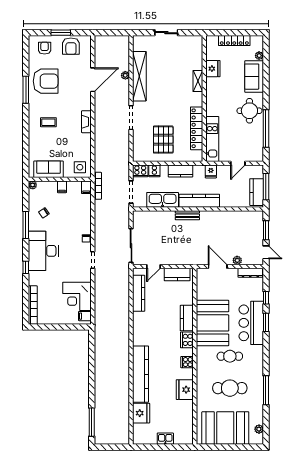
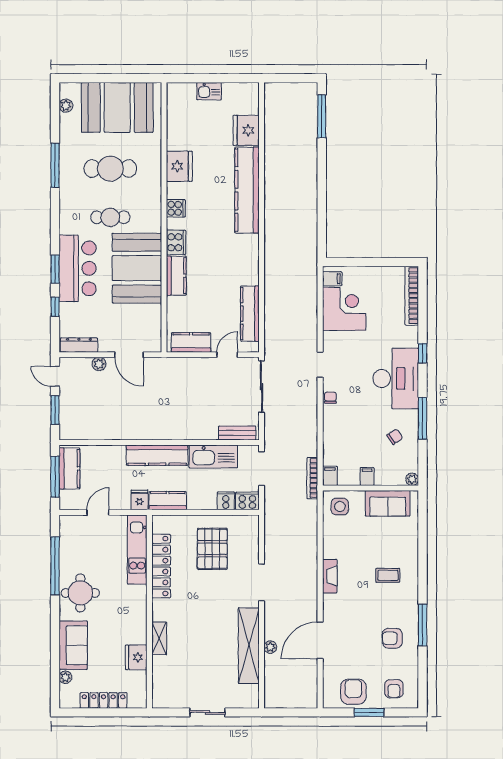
armchair: (46, 81) -> (392, 638), width x0.53, depth x0.53
kitchen counter: (181, 171) -> (168, 501), moved
bench: (187, 215) -> (237, 433), moved

